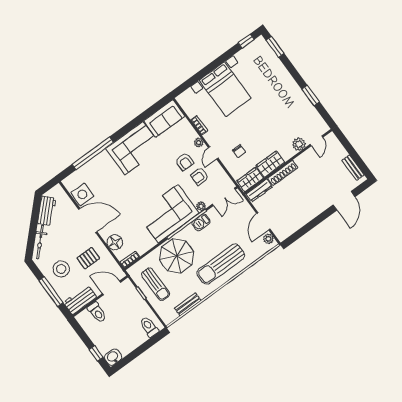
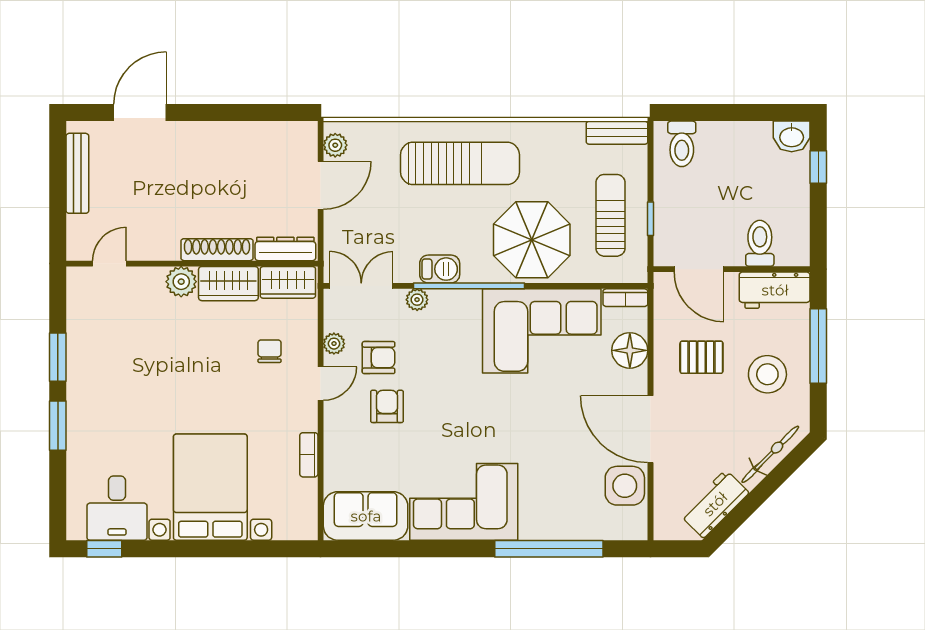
window: (275, 47) -> (58, 426), moved
desk: (252, 58) -> (117, 508), added
plant: (199, 143) -> (334, 344), moved
plant: (299, 144) -> (181, 282), moved
bench: (353, 168) -> (77, 173), width x1.36
corner sofa: (168, 214) -> (542, 331), moved
bench: (188, 304) -> (617, 133), moved

